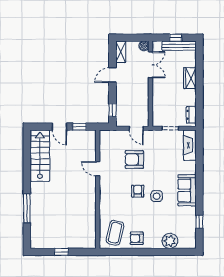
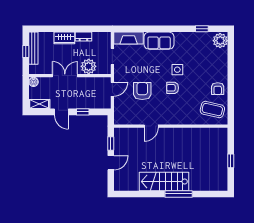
double door: (150, 65) -> (65, 76), moved
plant: (160, 103) -> (89, 66), added
window: (113, 110) -> (83, 112), moved
dresser: (191, 115) -> (83, 37), moved
stairs: (40, 156) -> (164, 181), moved
armchair: (134, 159) -> (142, 91), turned 180
sofa: (187, 190) -> (159, 41), moved
window: (27, 208) -> (179, 194), moved
plant: (170, 241) -> (220, 41), moved

